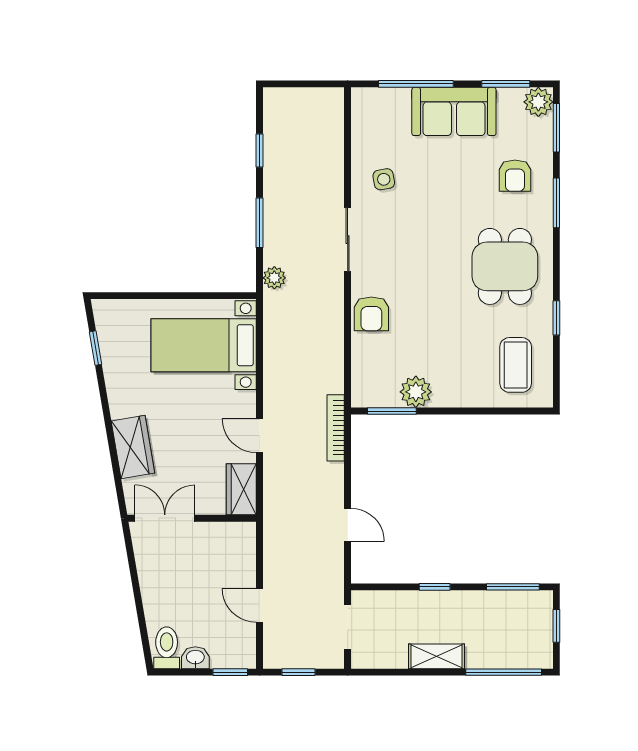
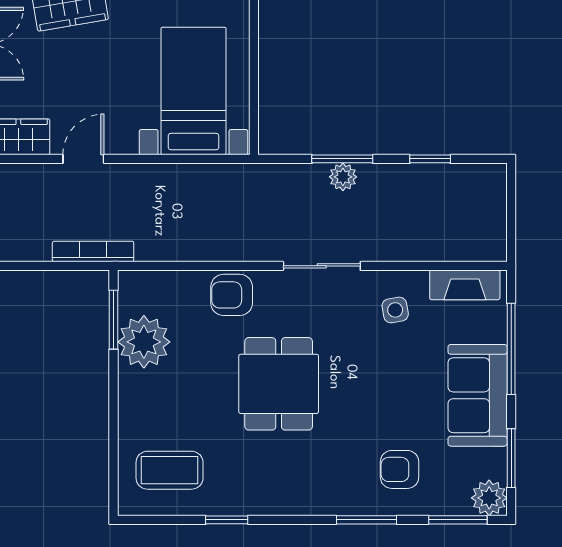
fireplace: (363, 122) -> (465, 285), added
dining table: (505, 266) -> (279, 384), moved, turned 90
plant: (274, 278) -> (343, 177), moved
plant: (416, 392) -> (144, 342), width x1.36, depth x1.36

